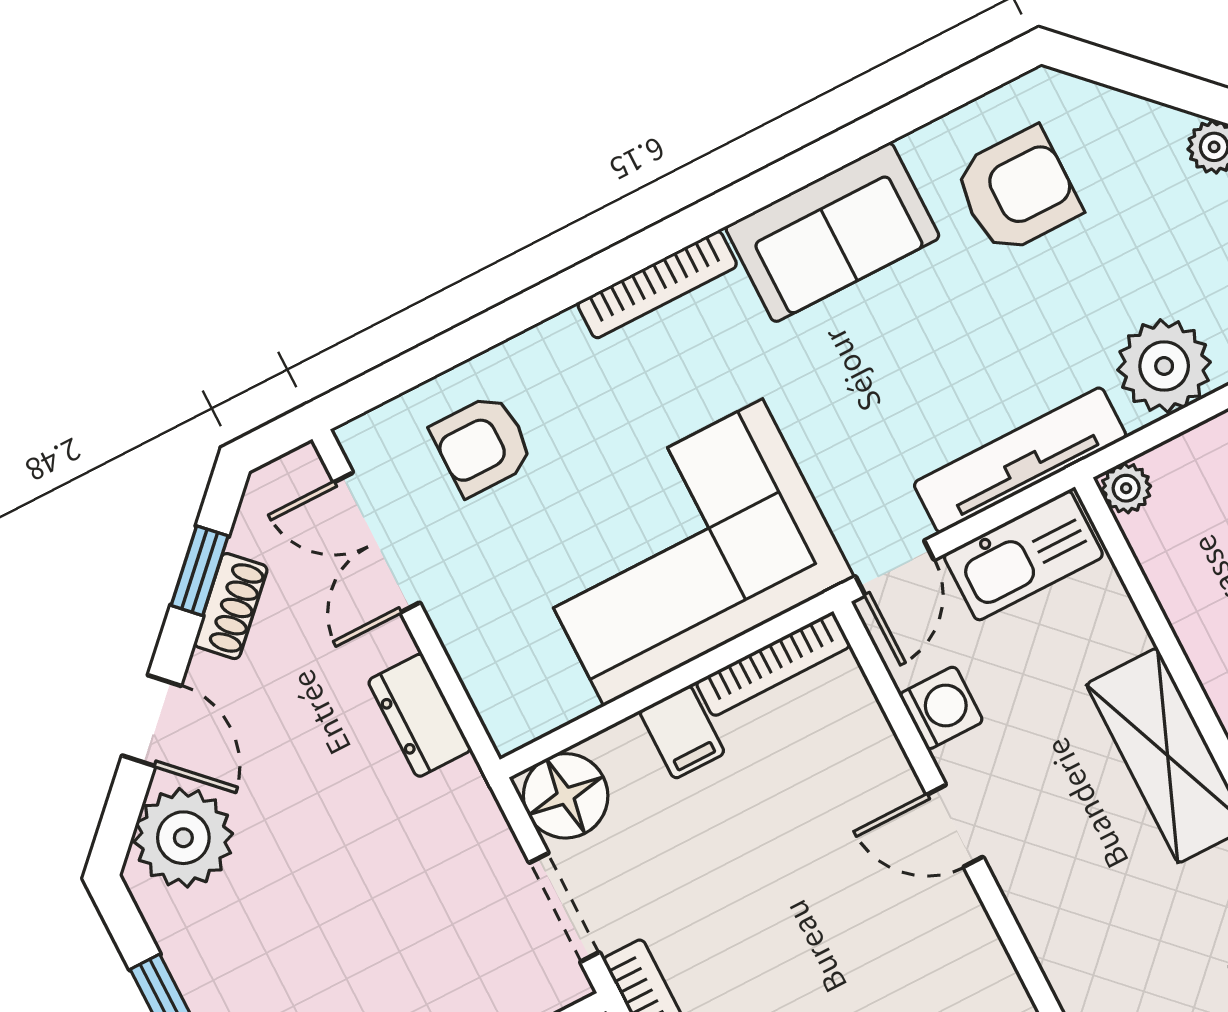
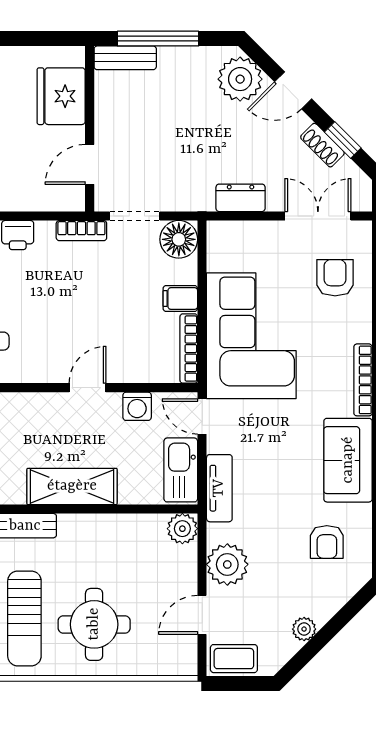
armchair: (1017, 191) -> (327, 542), width x0.72, depth x0.72
tv unit: (1020, 460) -> (219, 488), width x0.71
plant: (1126, 488) -> (182, 529), width x1.38, depth x1.38

